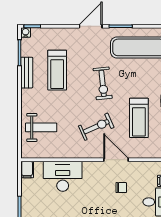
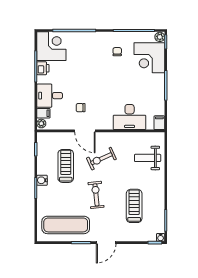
bench: (27, 73) -> (160, 204), removed

